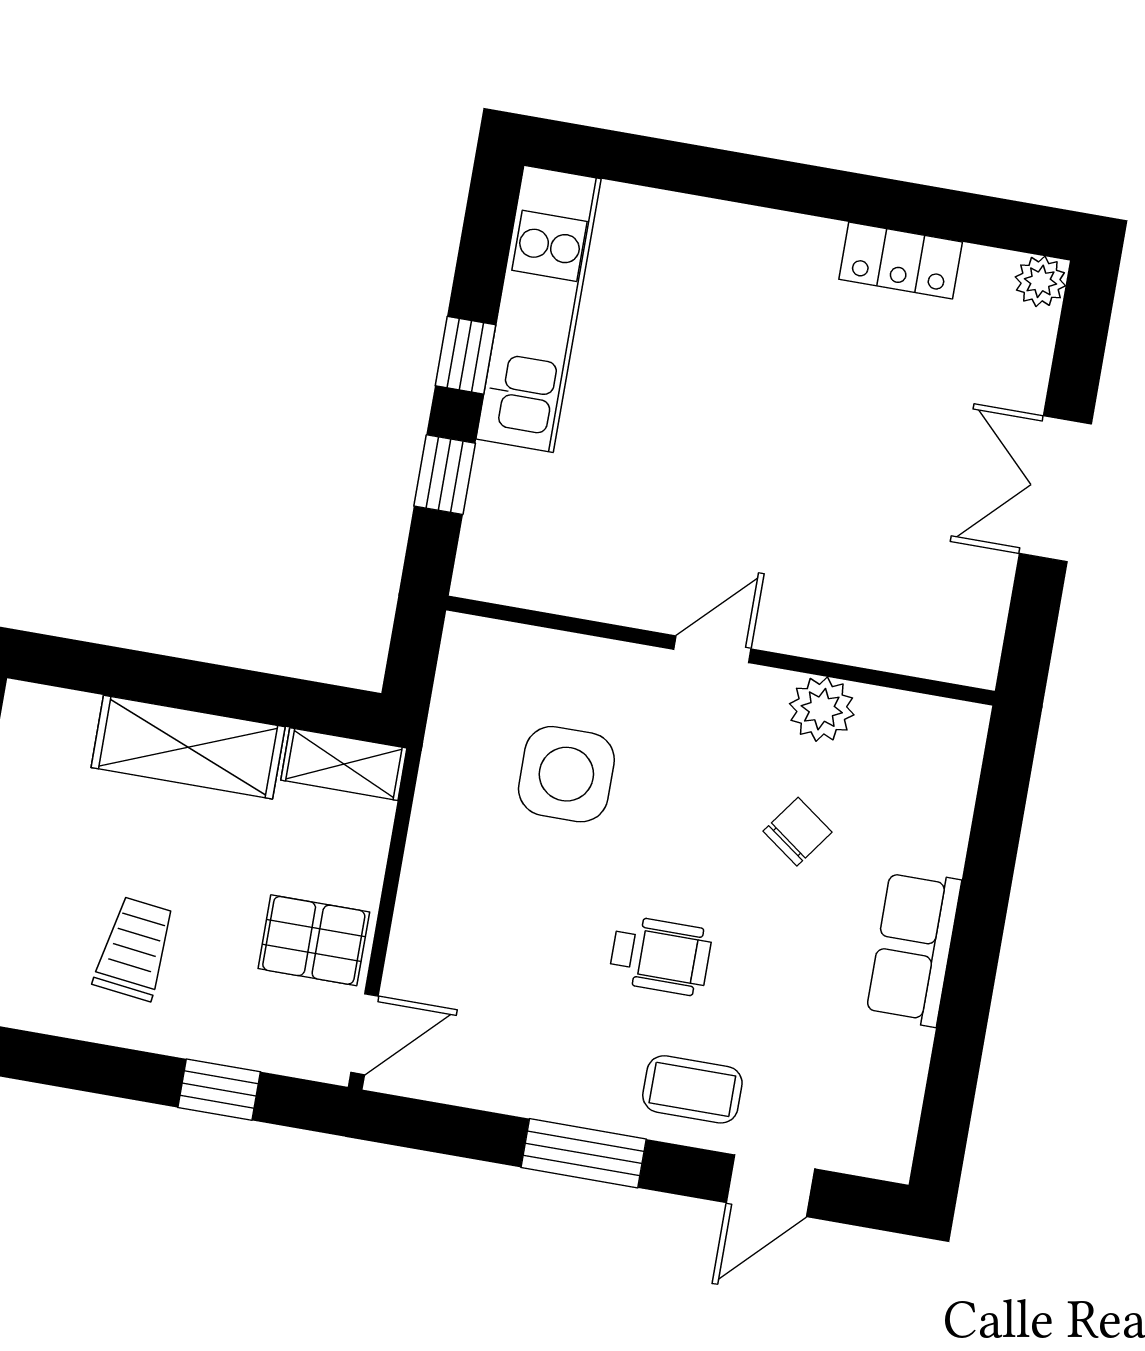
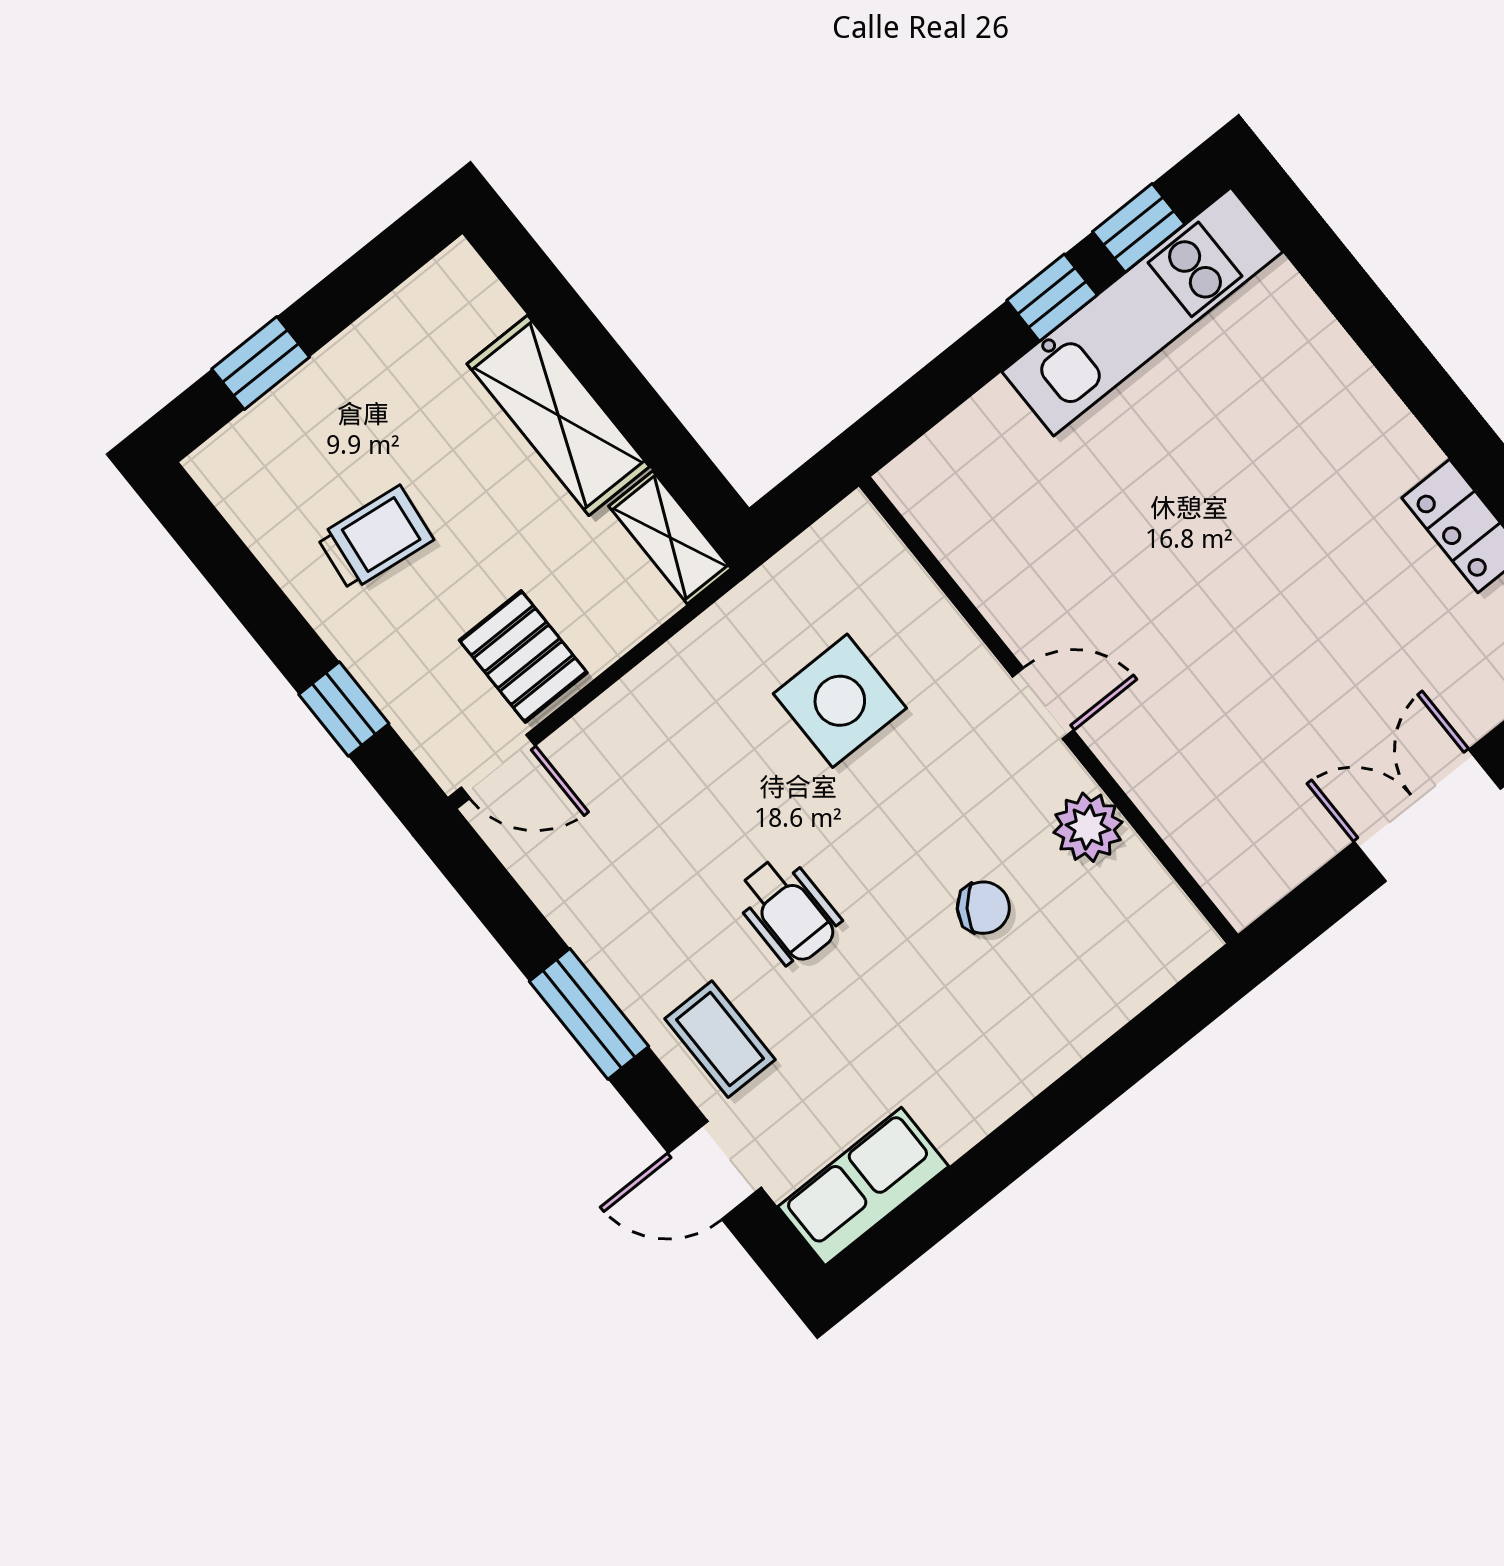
window: (445, 475) -> (1139, 228), moved
row of seats: (914, 948) -> (863, 1187), moved

